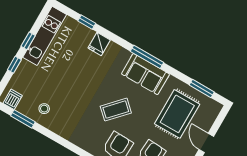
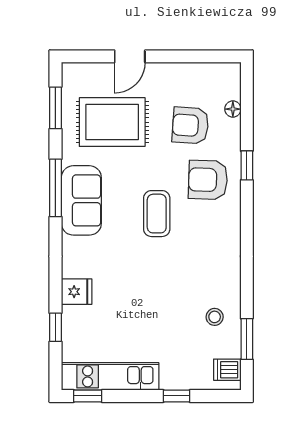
window: (28, 41) -> (88, 396), moved
window: (147, 57) -> (55, 188), moved
coffee table: (116, 110) -> (157, 214), turned 47

